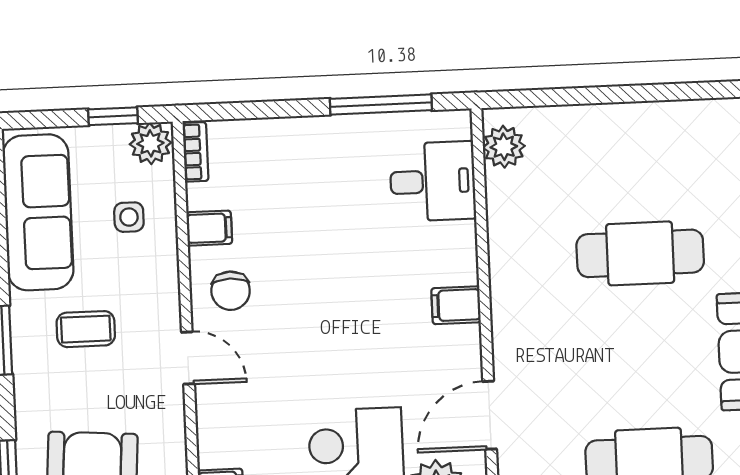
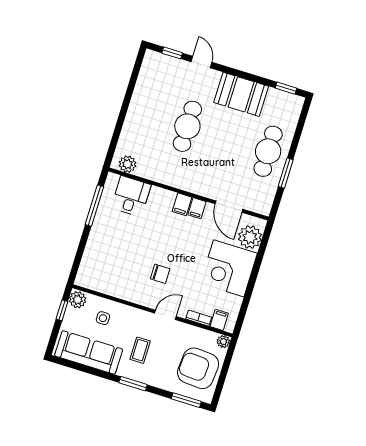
bookcase: (195, 152) -> (199, 318), moved
filing cabinet: (209, 228) -> (197, 208), moved, turned 180
chair: (231, 291) -> (160, 274), moved

